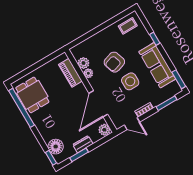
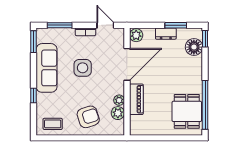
armchair: (114, 62) -> (88, 117), moved
piano: (70, 73) -> (136, 99), moved

